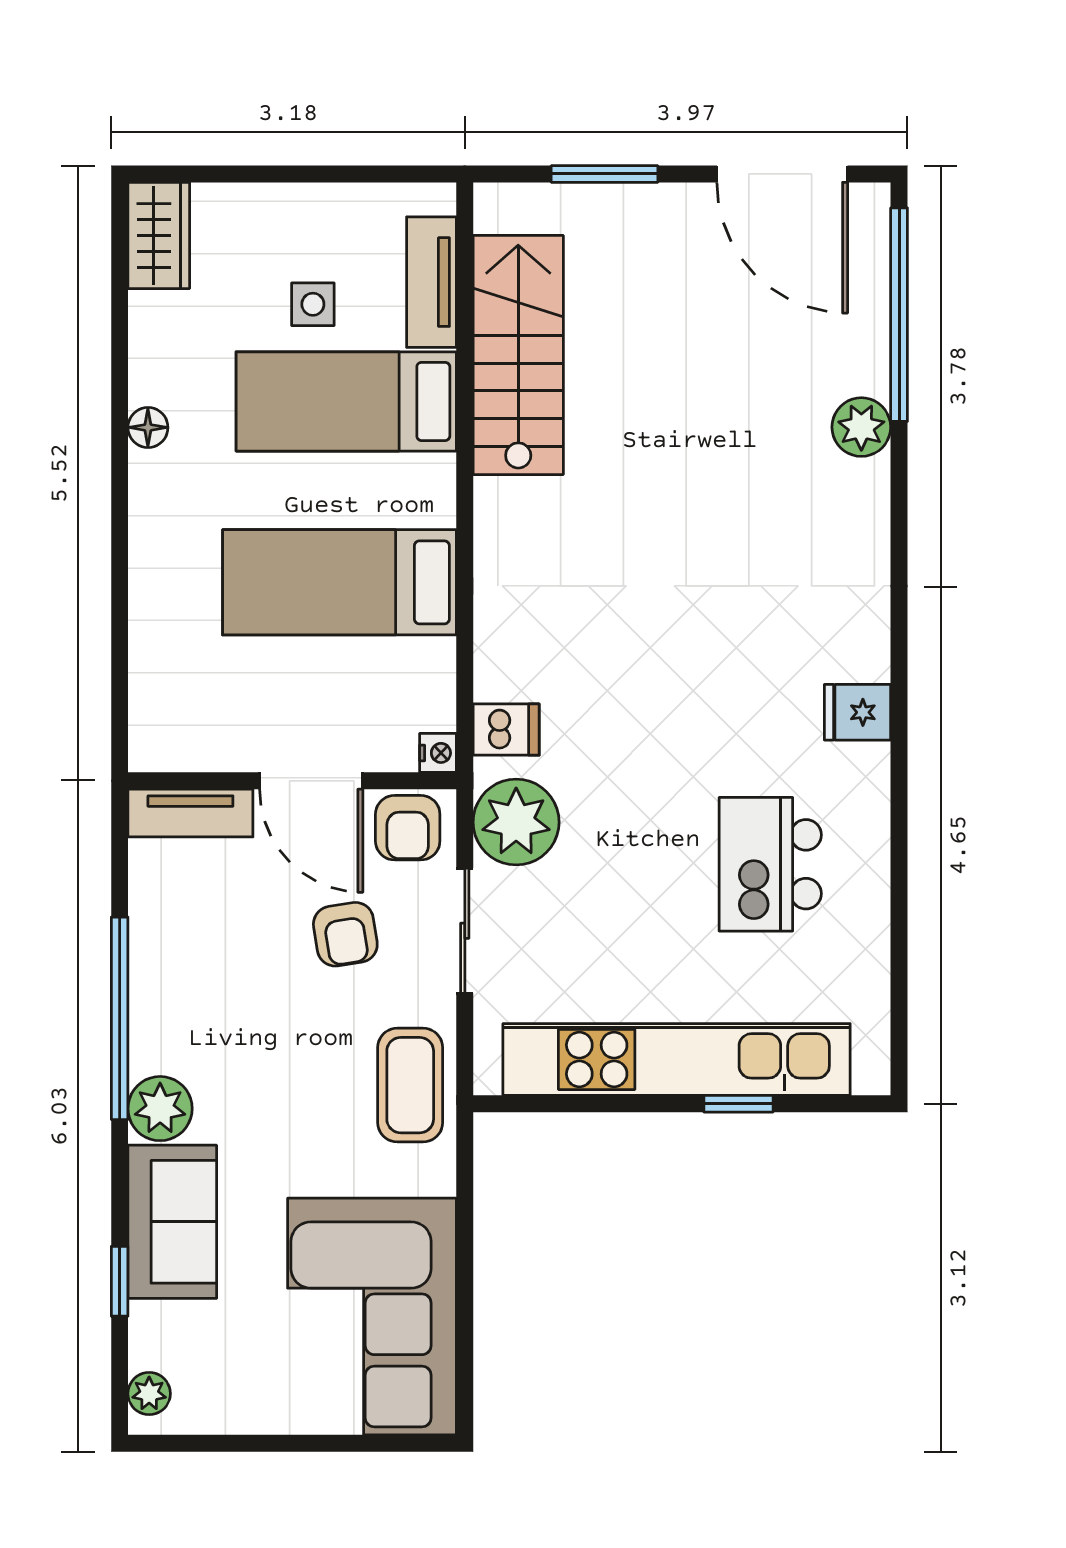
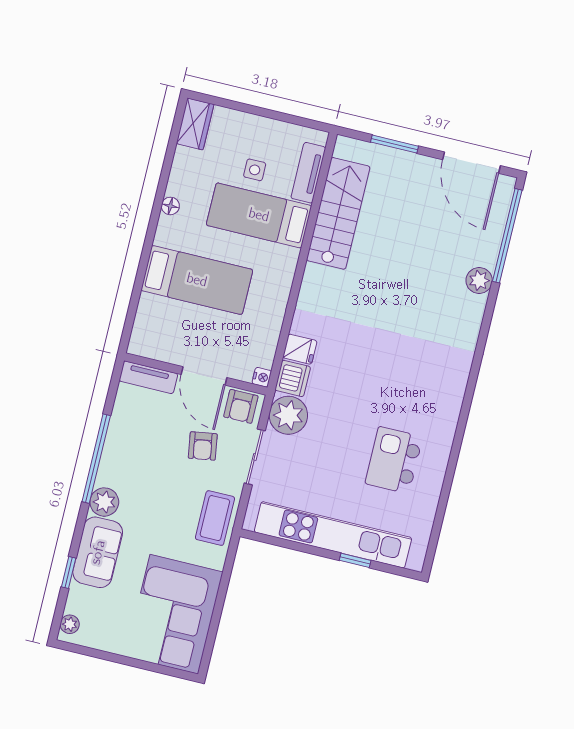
bed: (339, 582) -> (197, 280), moved, turned 180
fridge: (858, 712) -> (300, 349), moved, turned 180
dishwasher: (506, 730) -> (293, 378), width x1.38

